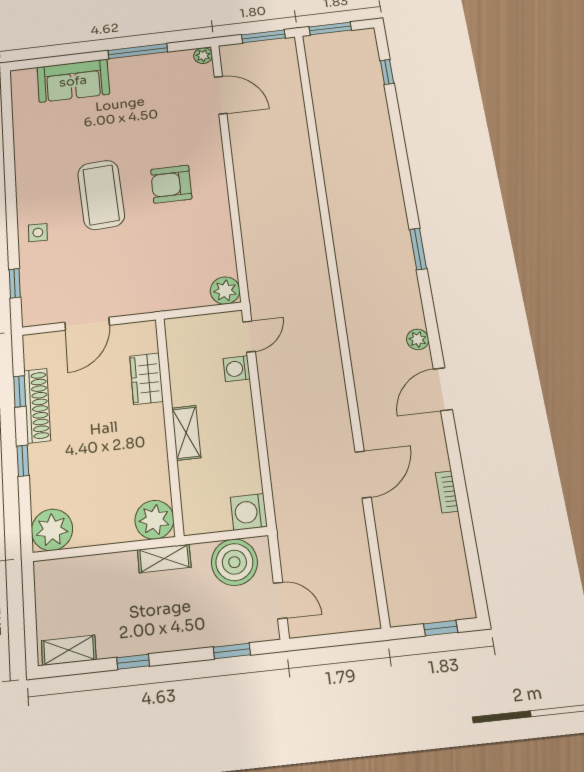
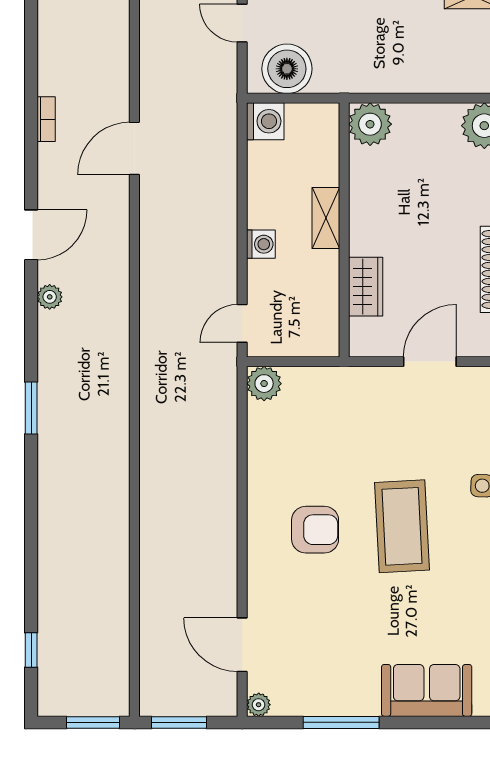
washing machine: (237, 369) -> (261, 244), moved
shelving: (164, 559) -> (363, 81), removed

